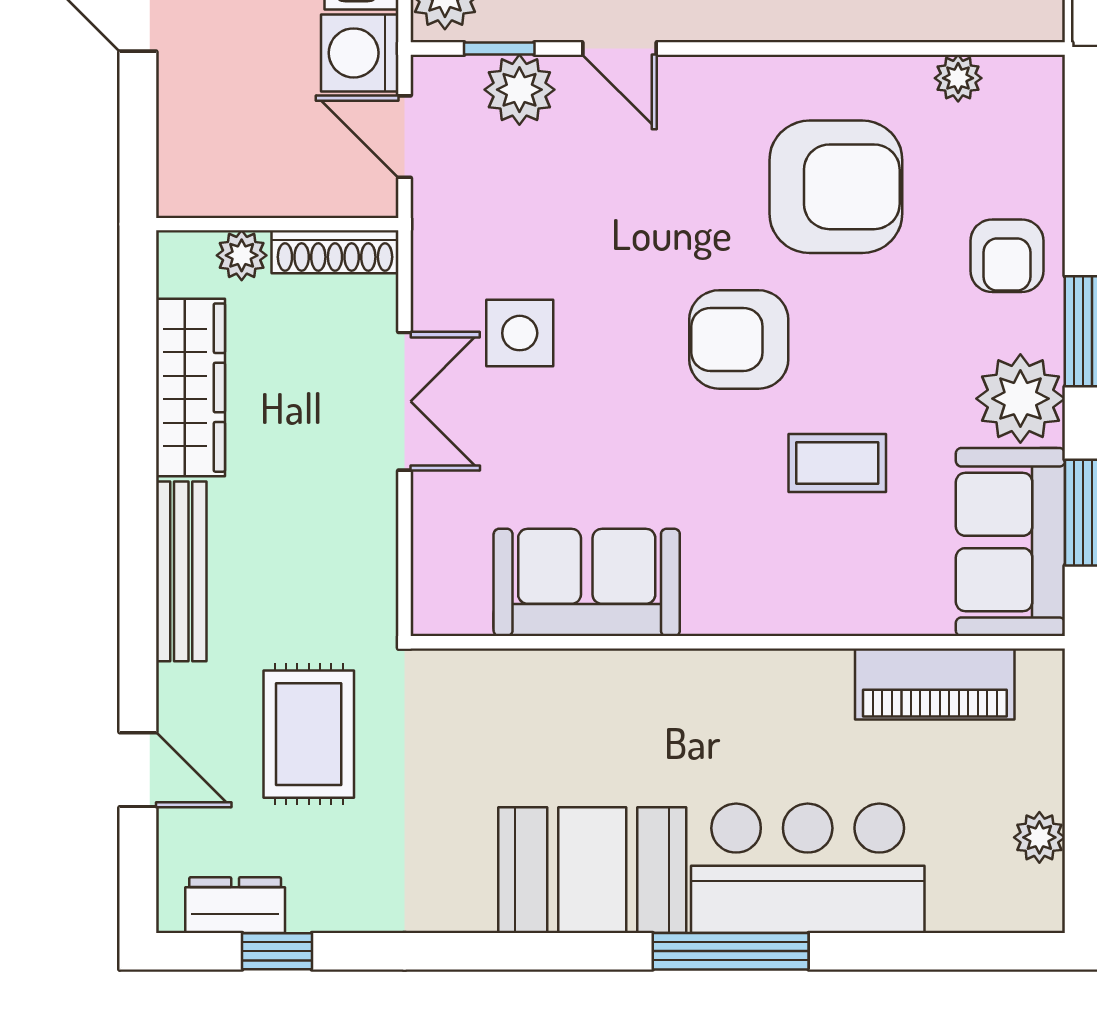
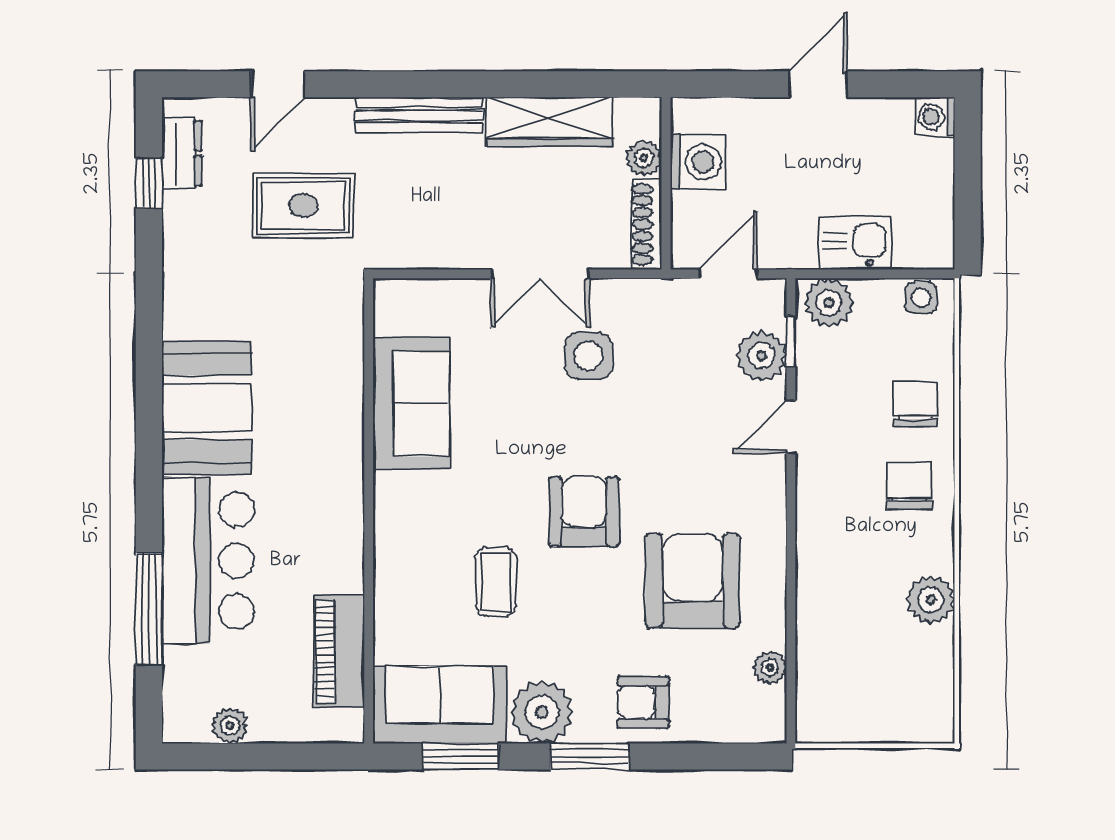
washing machine: (360, 53) -> (698, 162), moved, turned 90
armchair: (836, 187) -> (693, 581), turned 180
window: (731, 951) -> (149, 609), moved

